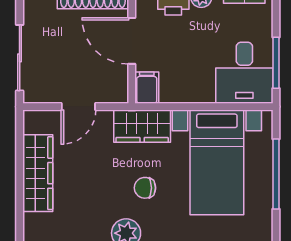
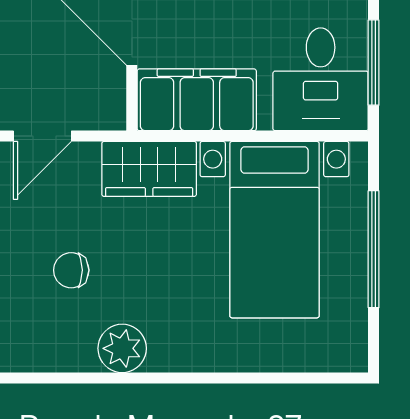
filing cabinet: (147, 88) -> (197, 100), width x3.00, depth x1.17
chair: (145, 188) -> (71, 270), moved

